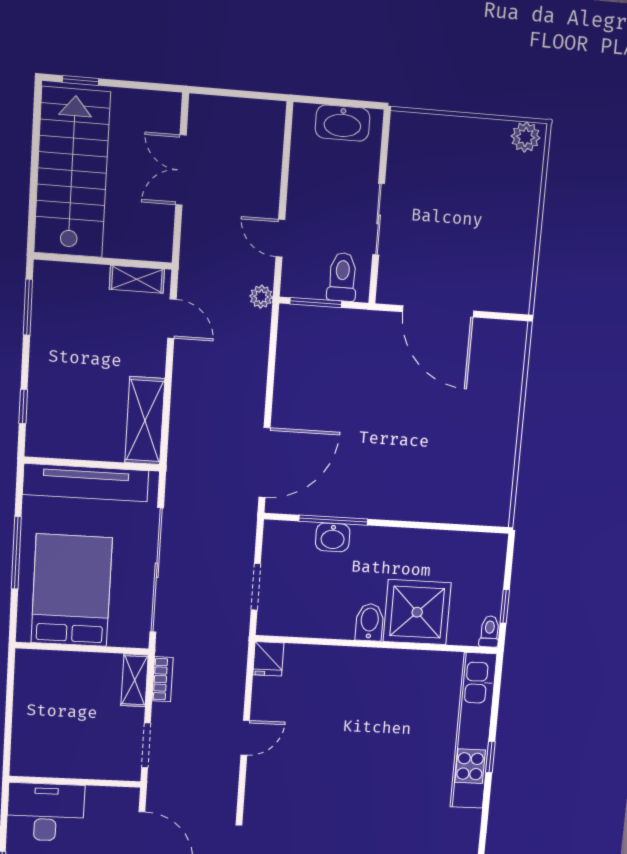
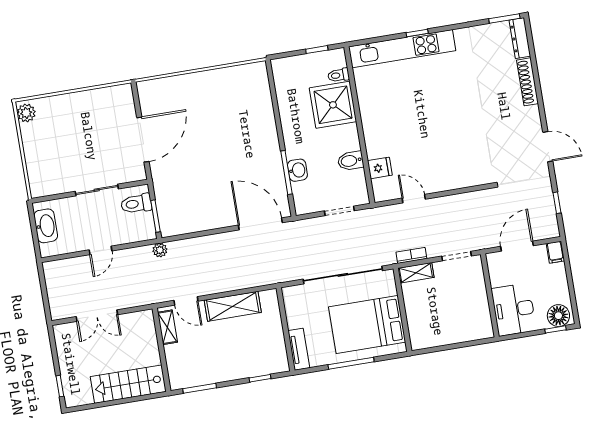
stairs: (72, 173) -> (128, 384), width x0.73, depth x0.66
door: (280, 238) -> (101, 250), moved
door: (172, 319) -> (186, 301), swing flipped
shelving: (145, 421) -> (233, 306), moved
tv unit: (86, 483) -> (299, 349), width x0.52, depth x0.78
bidet: (369, 622) -> (351, 161), moved
toilet: (490, 631) -> (338, 75), moved
fridge: (268, 659) -> (380, 168), moved
door: (245, 738) -> (414, 199), moved

